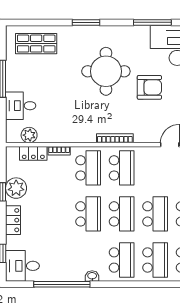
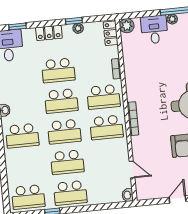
plant: (11, 85) -> (172, 19), added
plant: (29, 135) -> (127, 26), moved
locker: (33, 153) -> (111, 33), moved
plant: (16, 188) -> (78, 28), width x0.53, depth x0.53
school desk: (155, 260) -> (58, 70), moved

